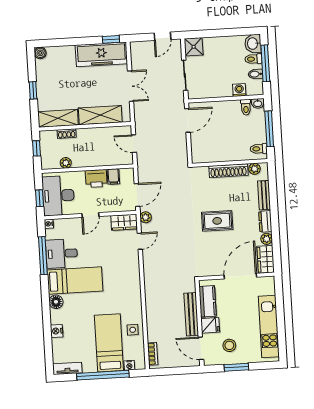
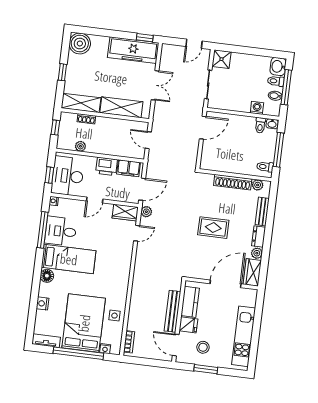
boiler: (40, 53) -> (80, 44), width x1.86, depth x1.86
filing cabinet: (113, 176) -> (129, 168), width x2.00
bed: (109, 343) -> (84, 323), width x1.50

